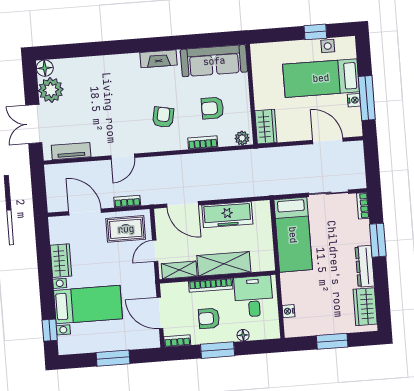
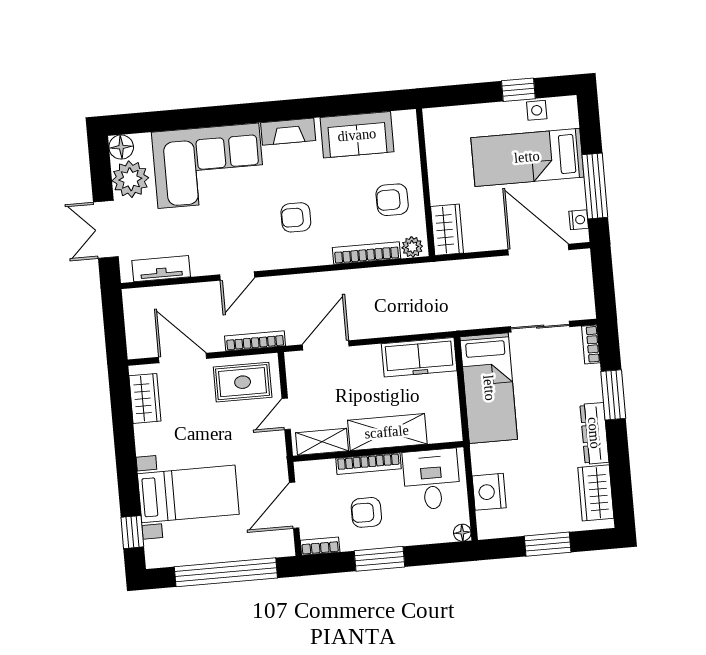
sofa: (214, 61) -> (357, 135), width x0.73
corner sofa: (104, 81) -> (208, 166), added
nightstand: (354, 100) -> (579, 220), moved
armchair: (212, 108) -> (392, 200), moved
armchair: (163, 117) -> (296, 217), turned -101
door: (328, 141) -> (538, 250), width x1.36
bookcase: (203, 142) -> (366, 253), width x1.56
bookcase: (127, 201) -> (255, 341), width x1.56
door: (183, 204) -> (326, 345), swing flipped
freezer: (227, 215) -> (419, 357), moved
wardrobe: (61, 261) -> (145, 398), moved
nightstand: (288, 311) -> (489, 492), width x1.89, depth x1.79
door: (160, 313) -> (294, 505), hinge flipped
floor lamp: (243, 335) -> (462, 533), moved
window: (113, 358) -> (226, 572), width x2.11

